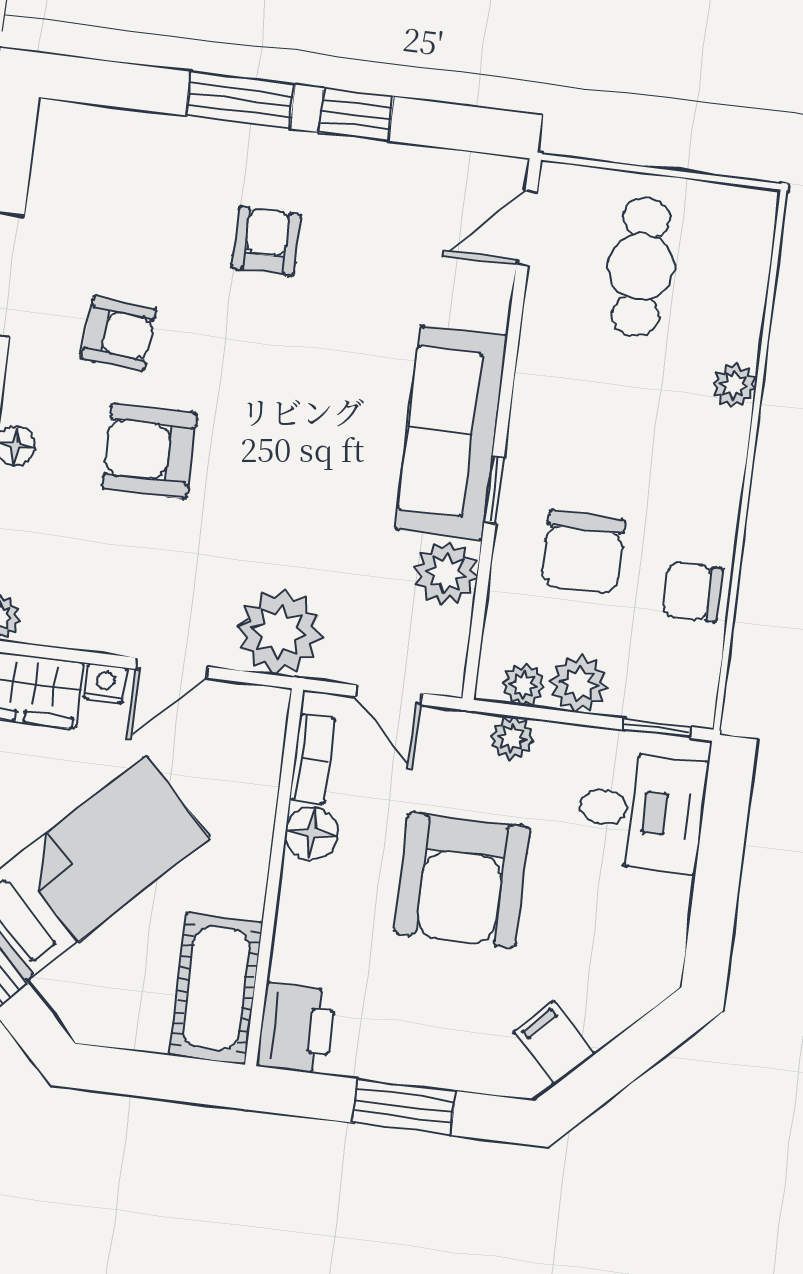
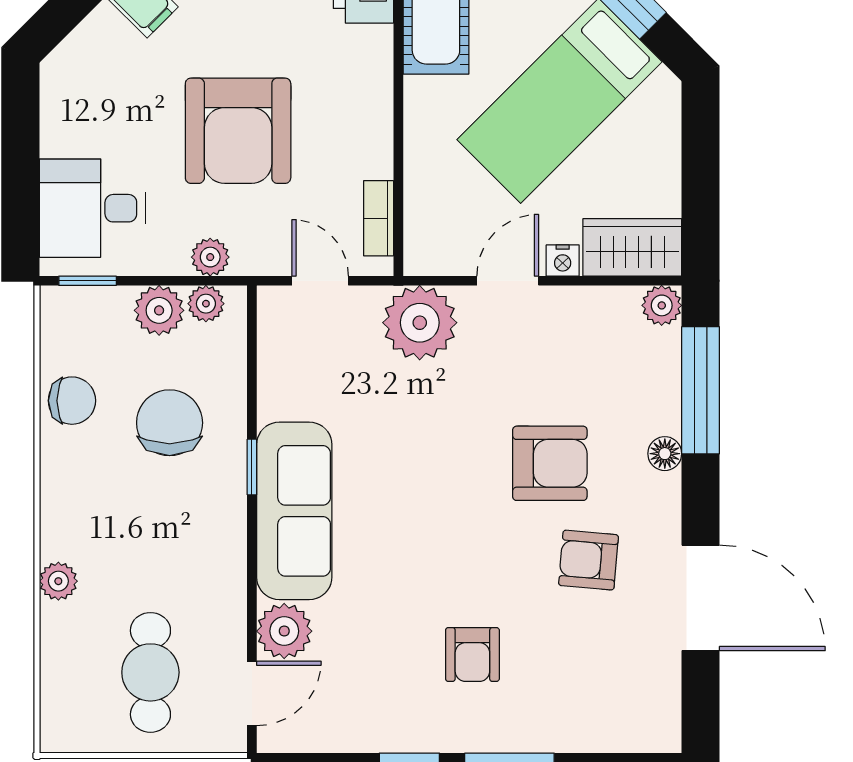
plant: (446, 573) -> (284, 631), moved
floor lamp: (311, 833) -> (371, 154), removed
armchair: (462, 880) -> (238, 131), turned 180

